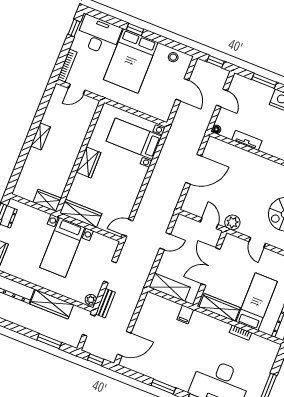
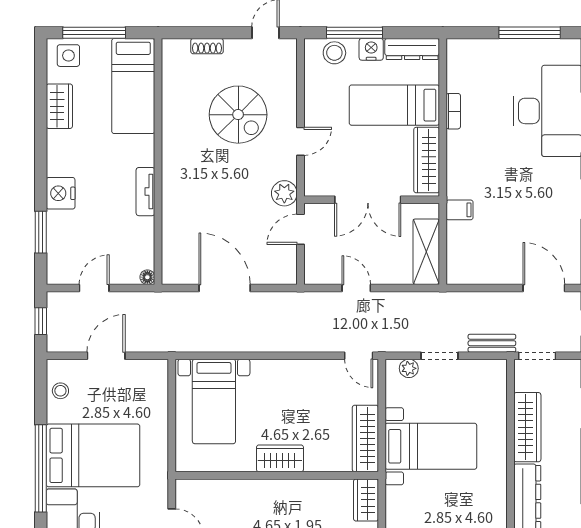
window: (135, 29) -> (41, 468), width x3.17
tv unit: (247, 140) -> (145, 192), moved
plant: (91, 300) -> (409, 368), moved

